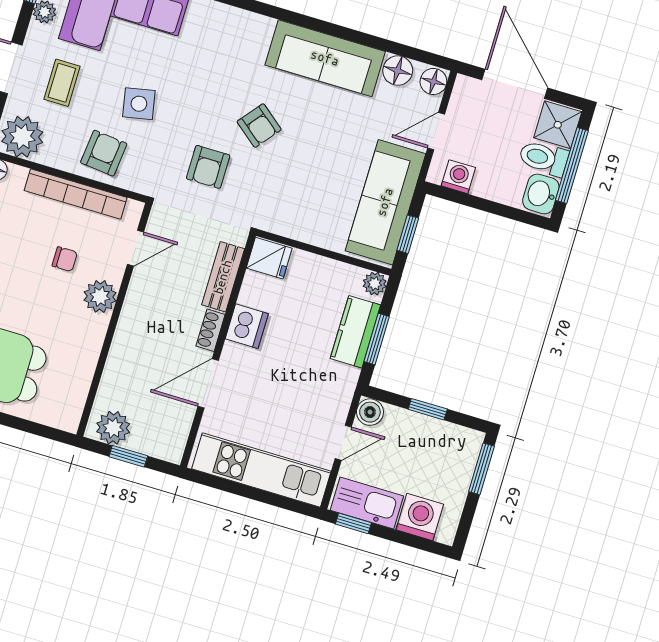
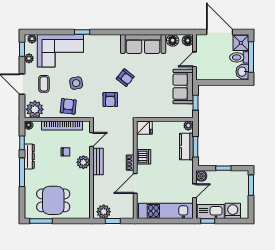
washing machine: (458, 177) -> (208, 74), removed
sofa: (385, 202) -> (183, 87), width x0.73
bench: (223, 277) -> (98, 162), moved

